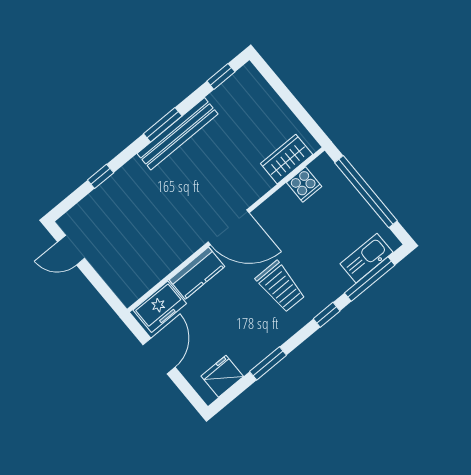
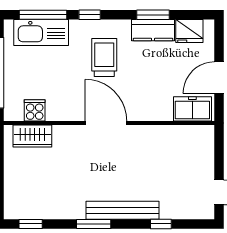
bench: (178, 134) -> (122, 210), moved
kitchen sink: (367, 258) -> (41, 33), width x1.36, depth x1.24
kitchen counter: (197, 273) -> (153, 30), moved, turned 180

